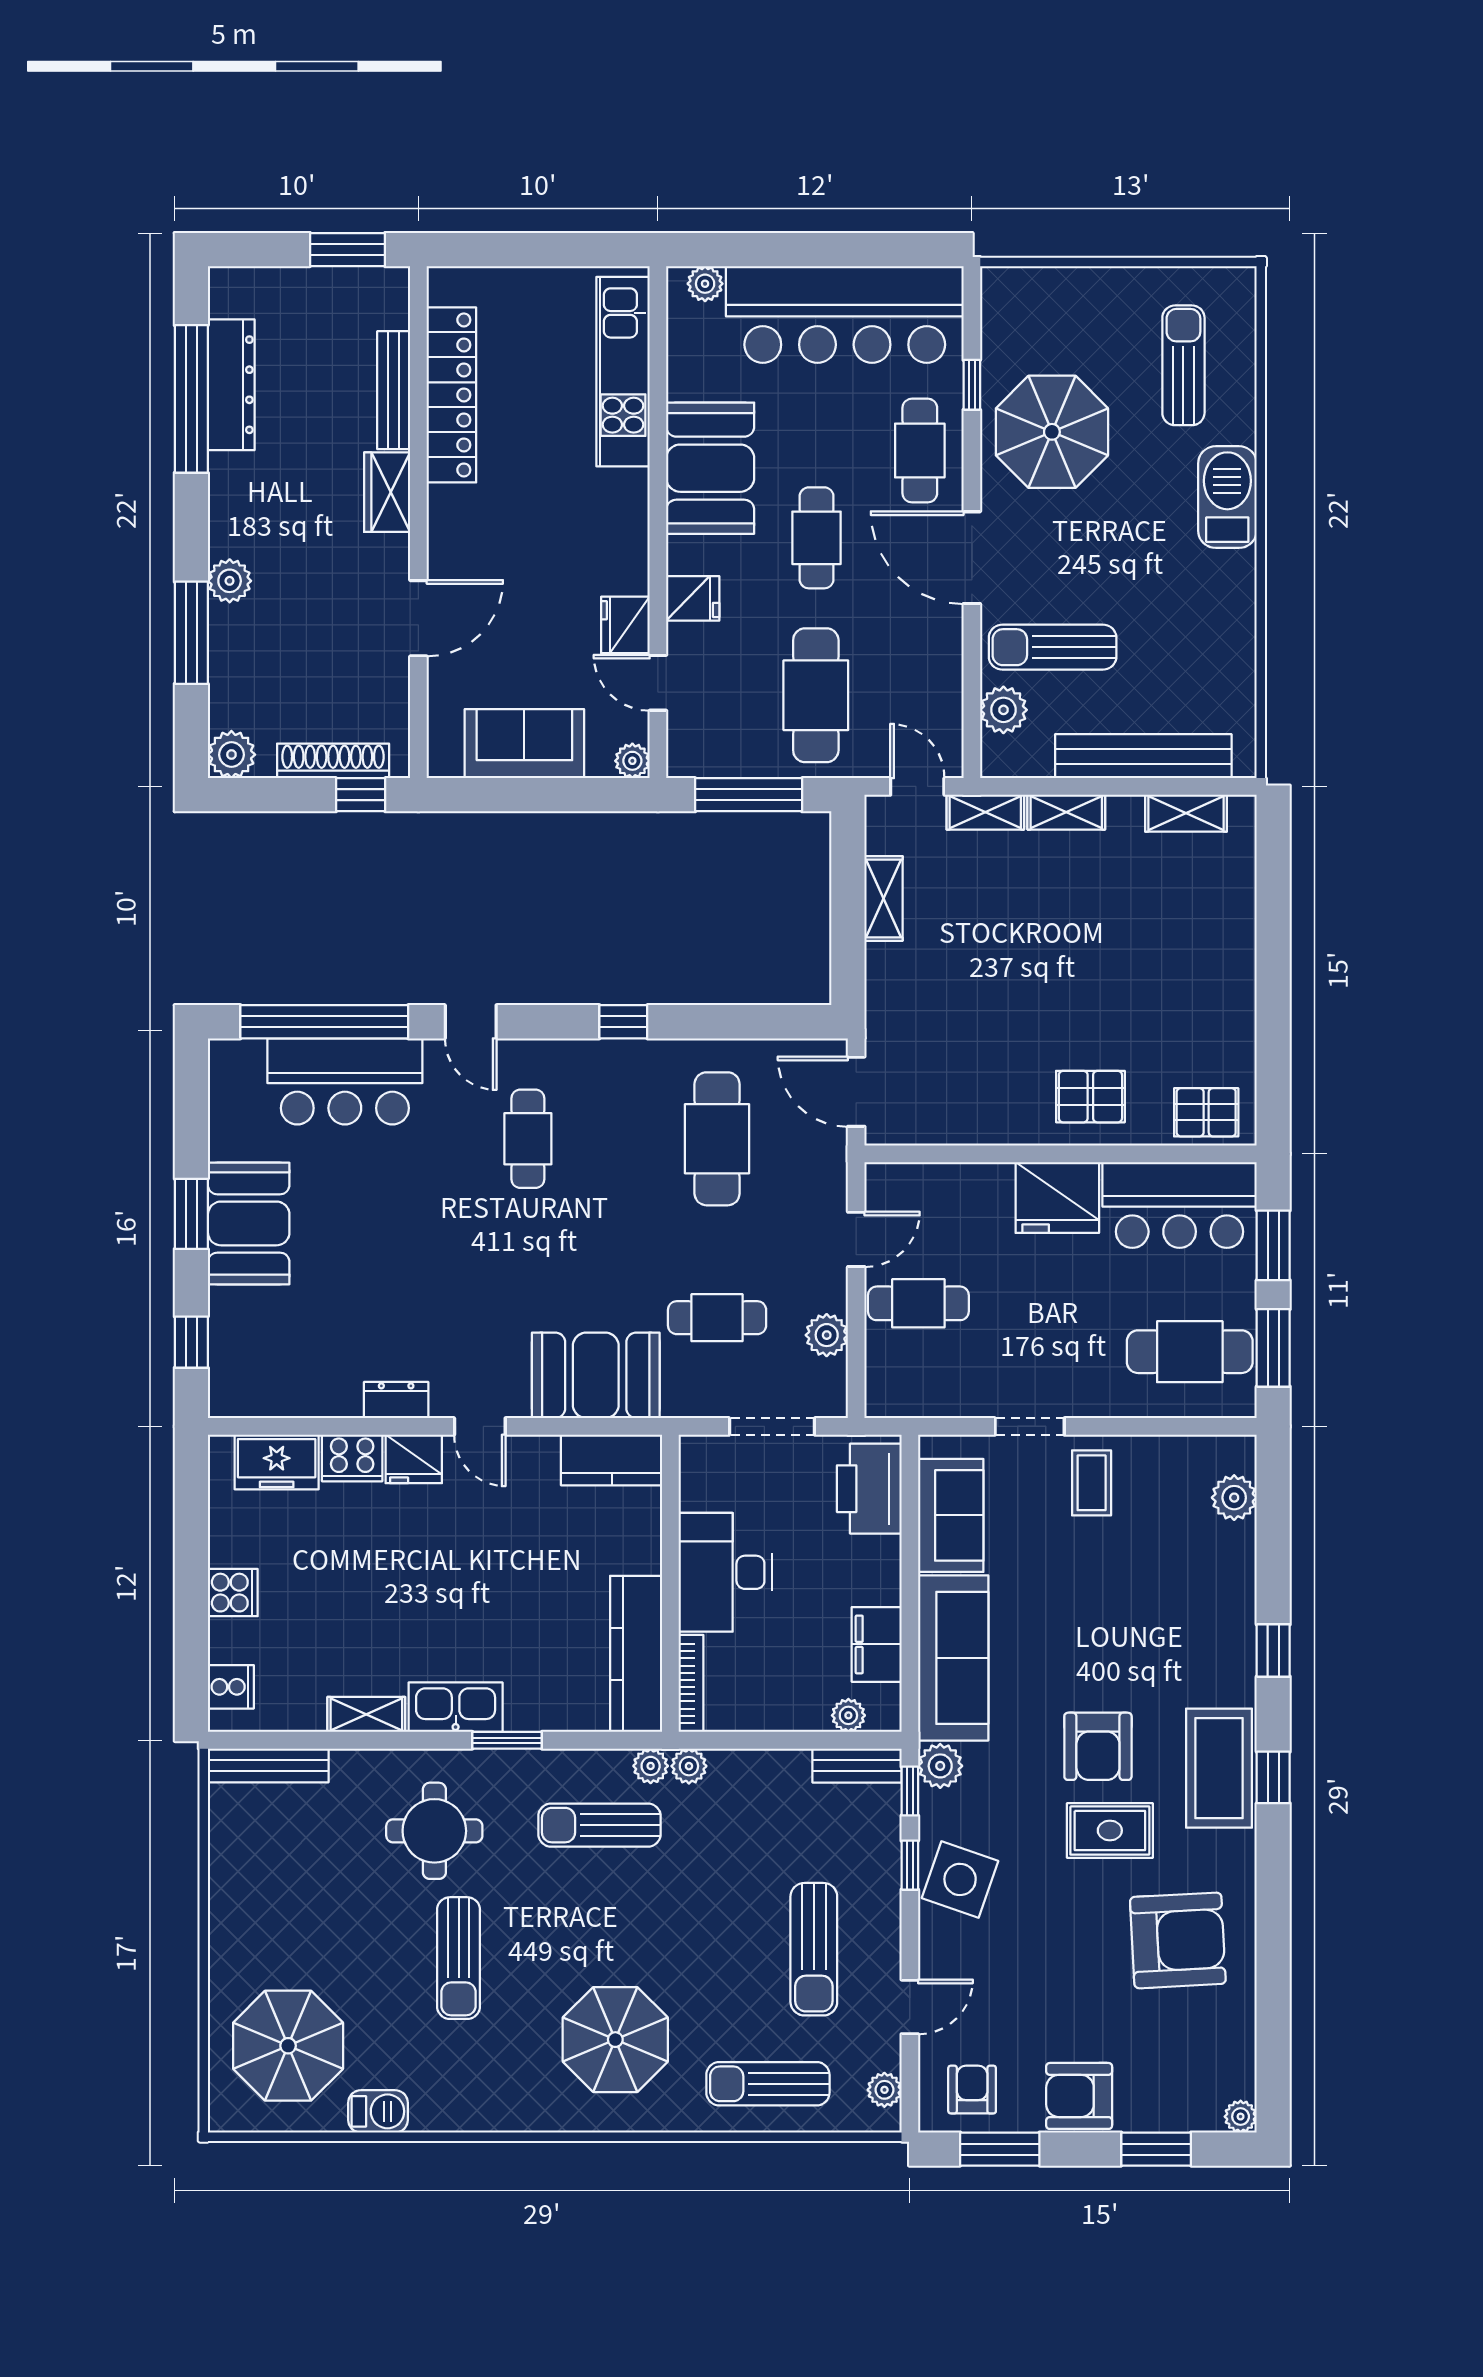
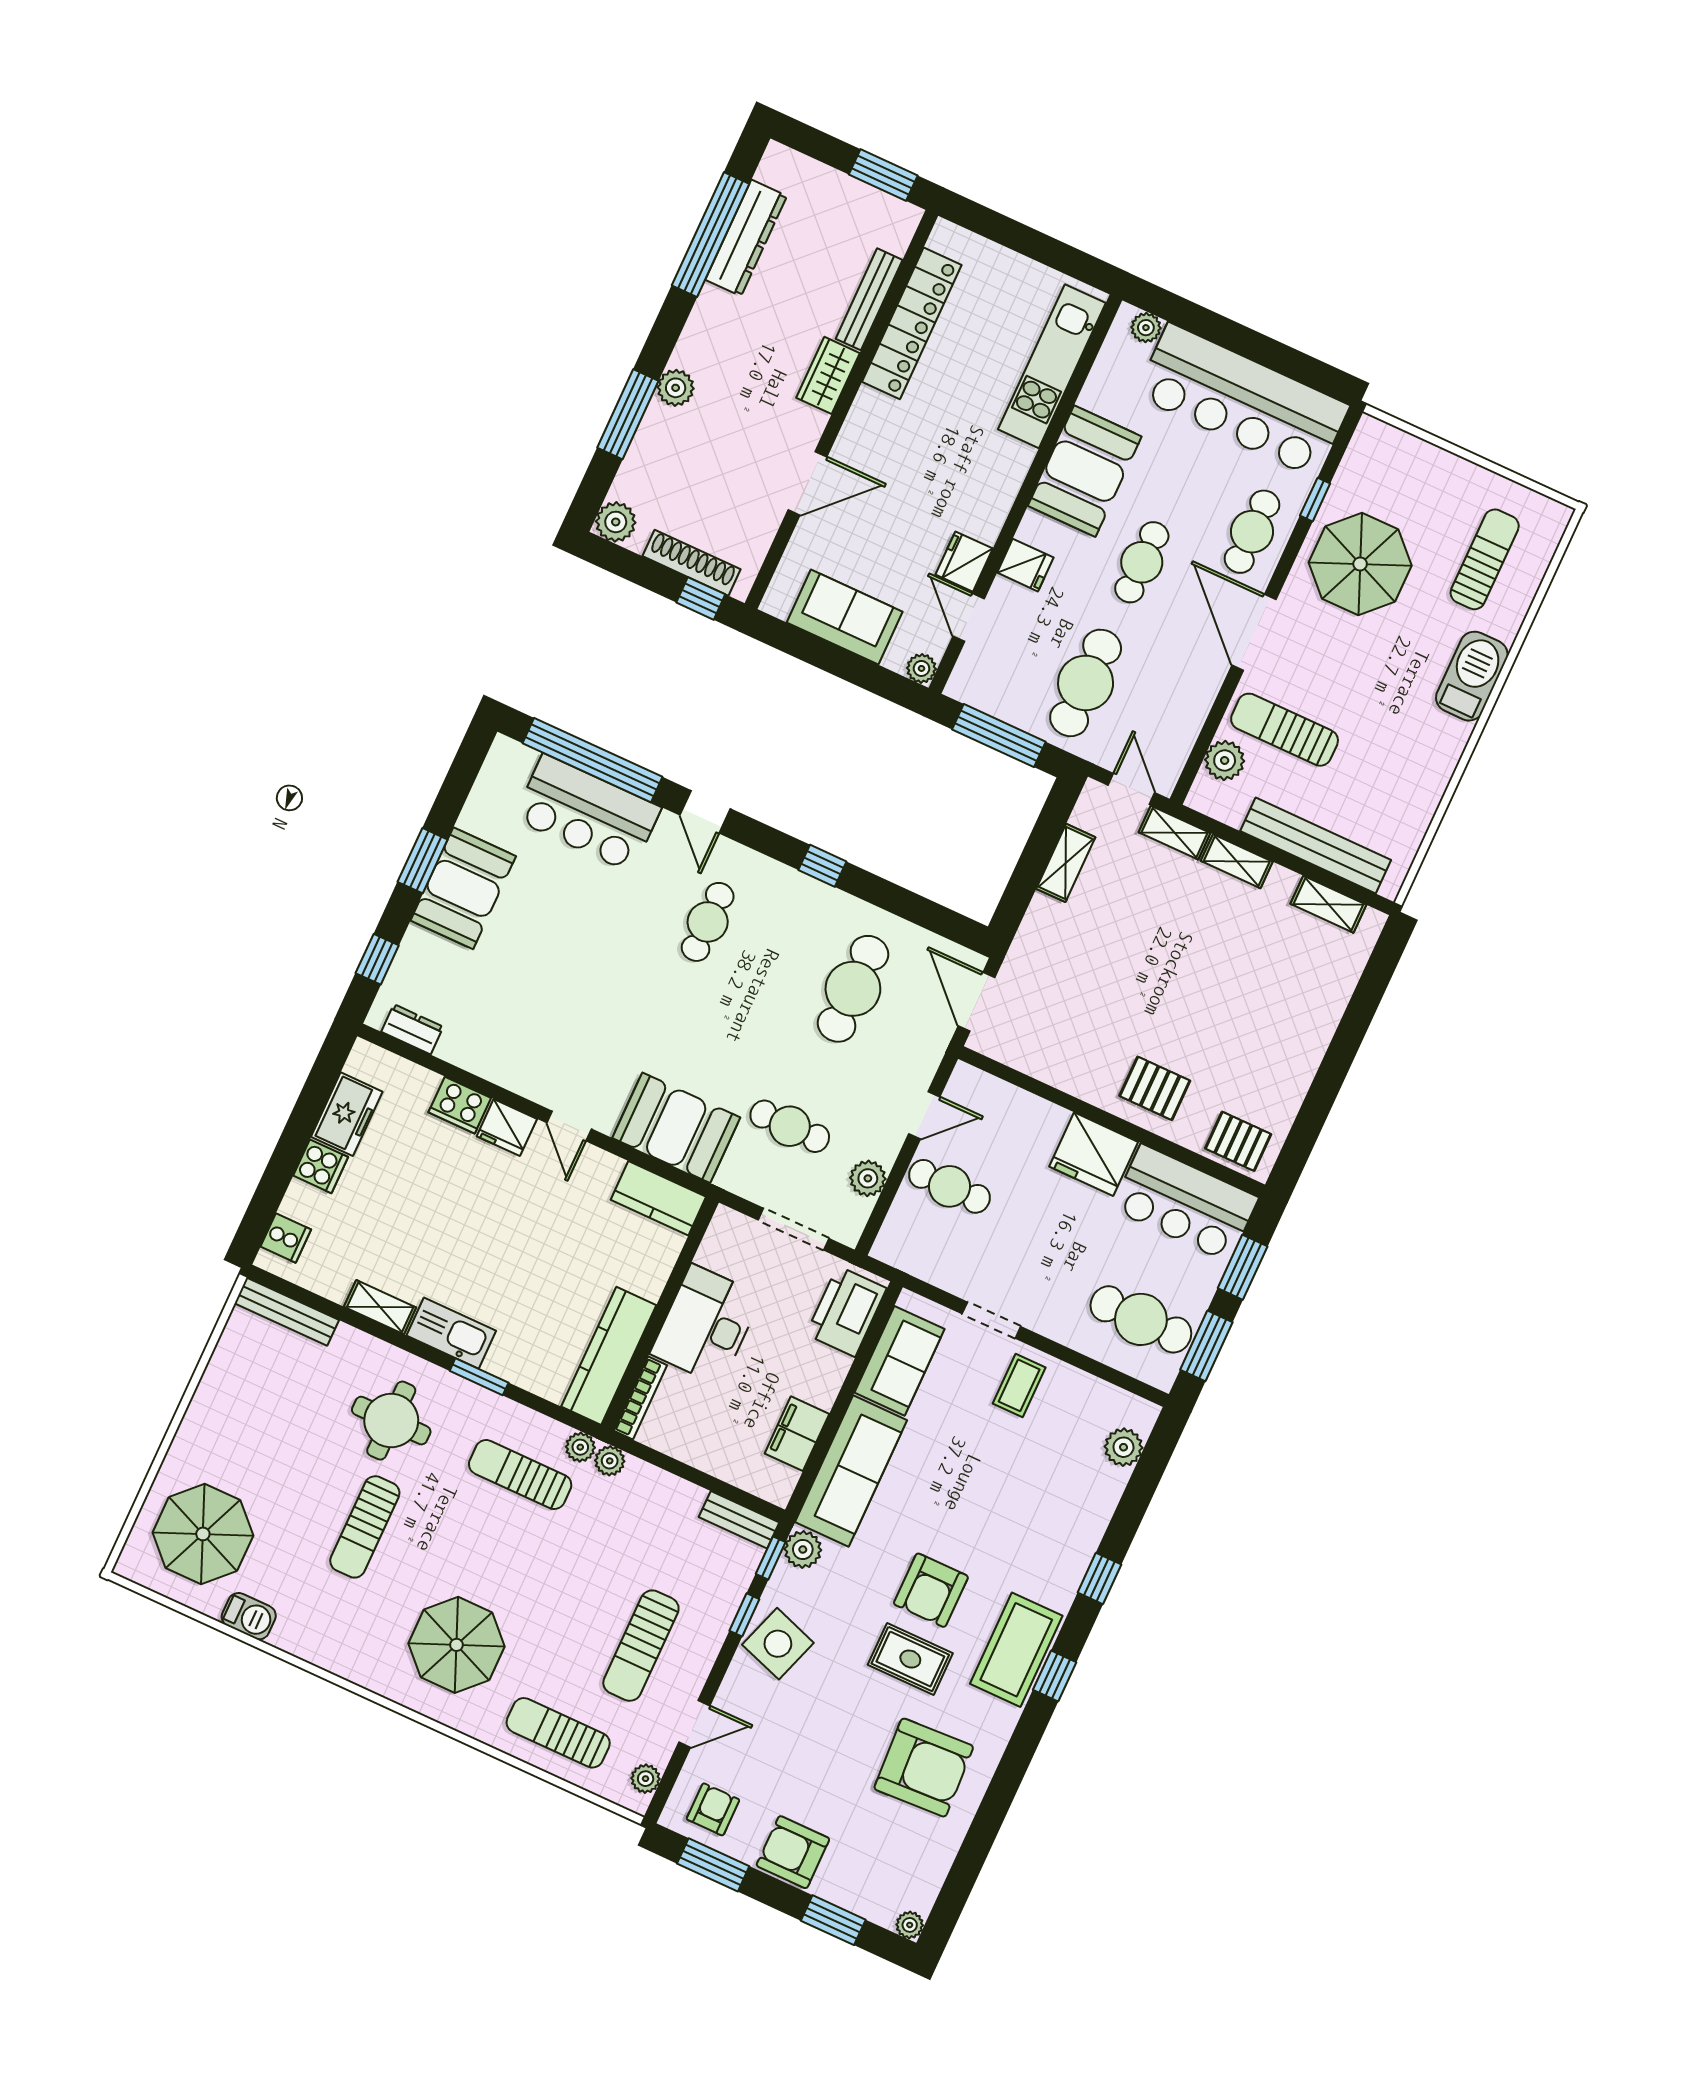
dresser: (396, 1400) -> (412, 1029), moved
freezer: (277, 1462) -> (347, 1114), moved, turned -90
plant: (848, 1715) -> (750, 1478), removed

